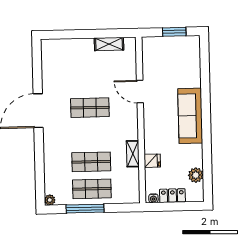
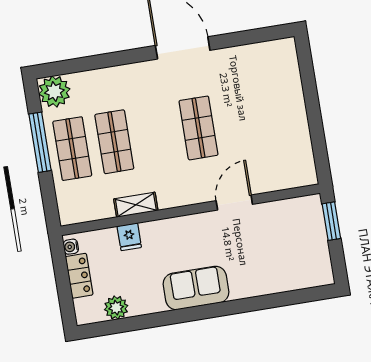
window: (174, 32) -> (331, 221), moved
shelving: (109, 44) -> (302, 144), removed
sofa: (190, 116) -> (196, 288), width x0.73
plant: (50, 200) -> (54, 92), width x1.88, depth x1.88

